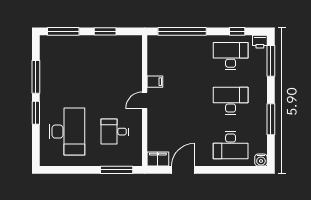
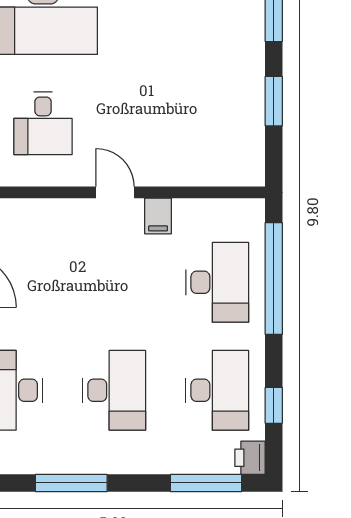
desk: (184, 56) -> (217, 282), added
desk: (115, 132) -> (43, 123), turned 180

